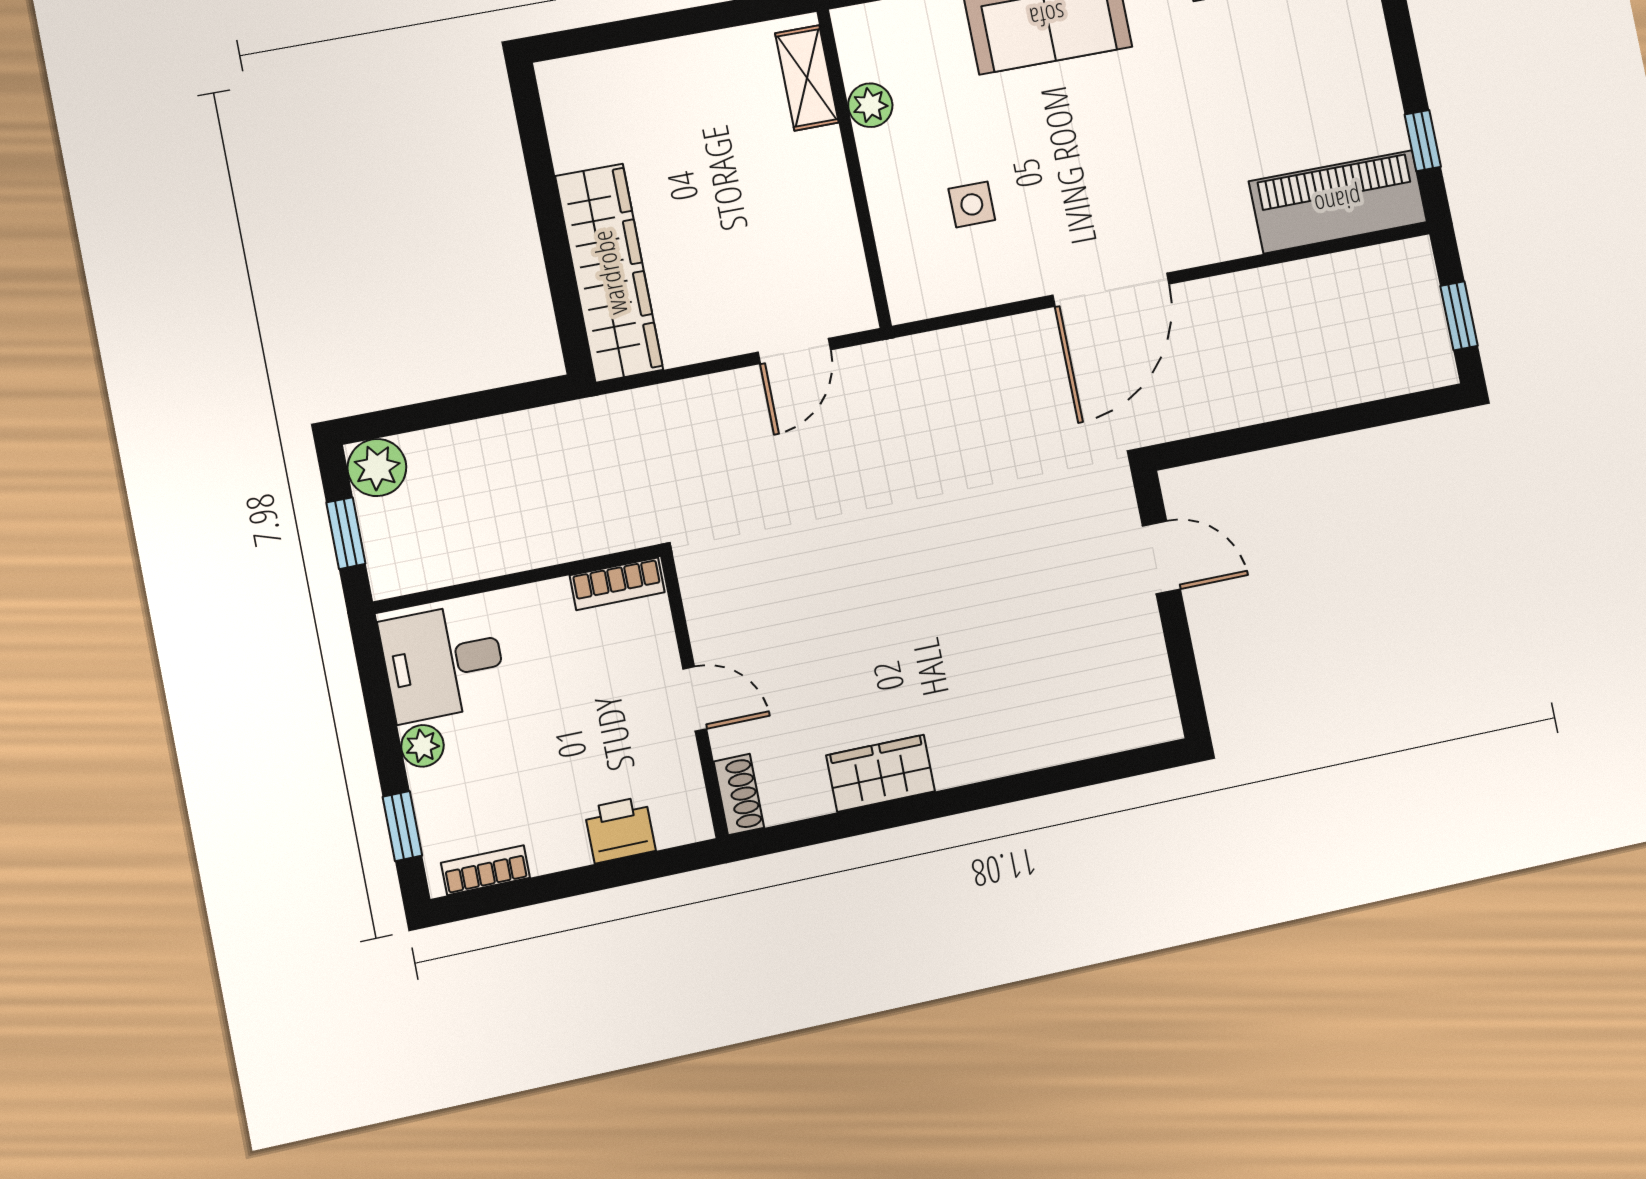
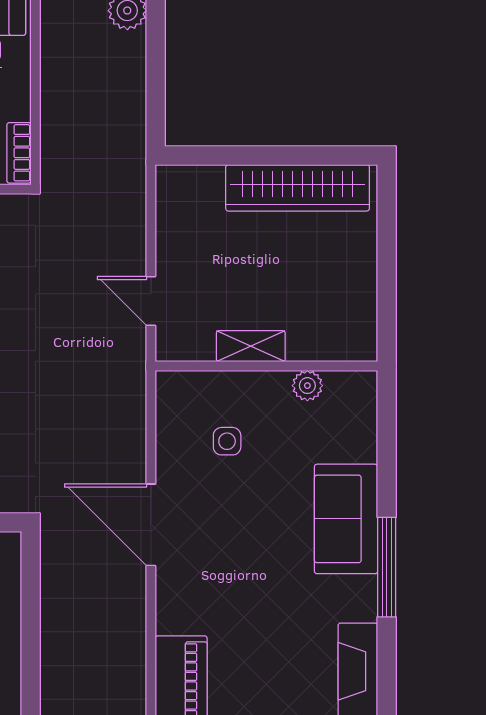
shelving: (807, 78) -> (251, 346), moved
wardrobe: (609, 273) -> (298, 188), moved

